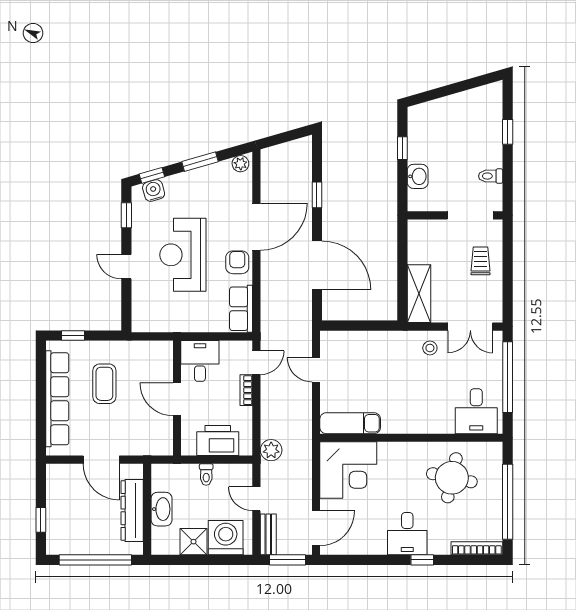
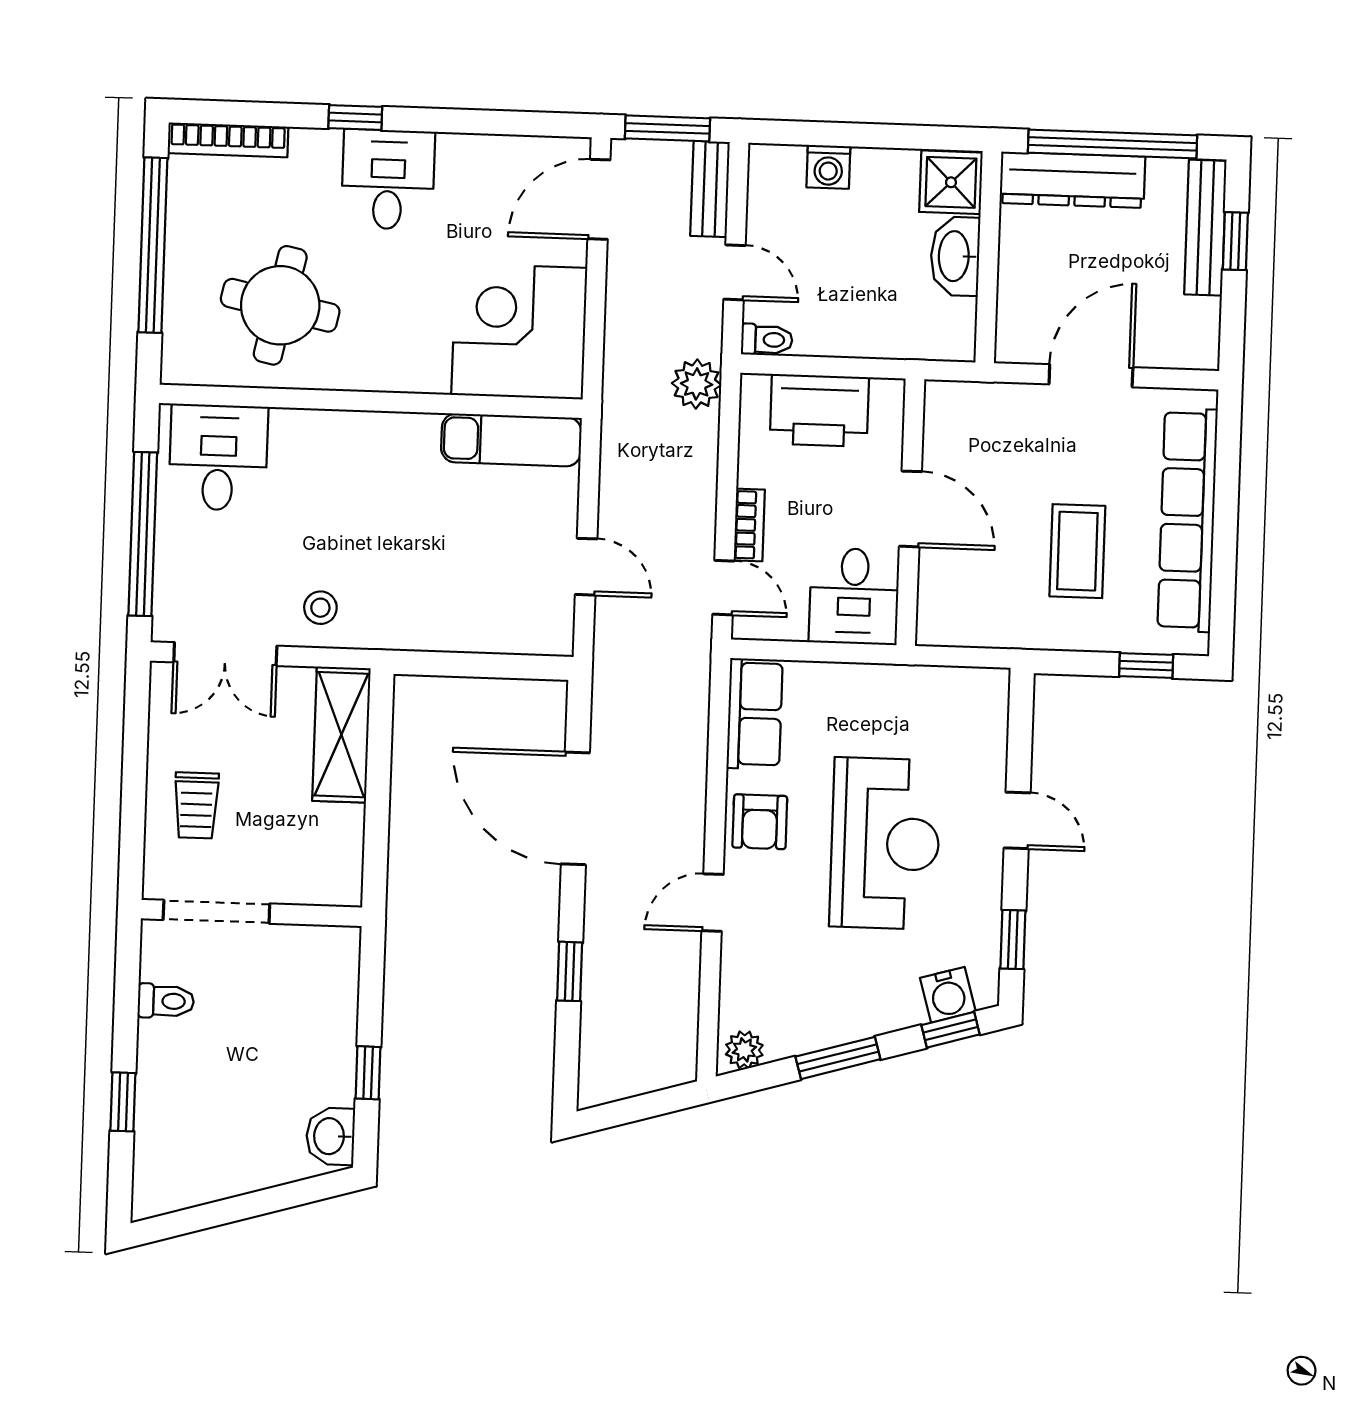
washbasin: (418, 176) -> (330, 1136), moved
door: (256, 227) -> (712, 903), width x0.53
double door: (470, 327) -> (225, 654), swing flipped
door: (256, 363) -> (723, 588), swing flipped
door: (101, 460) -> (1091, 376), hinge flipped
toilet: (206, 475) -> (767, 340), moved, turned 90
dresser: (132, 510) -> (1072, 180), moved, turned 90
bench: (54, 525) -> (1205, 228), added
washing machine: (226, 538) -> (828, 167), width x0.53, depth x0.53
shower: (194, 542) -> (951, 182), moved

